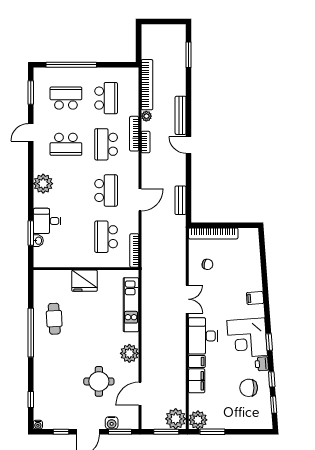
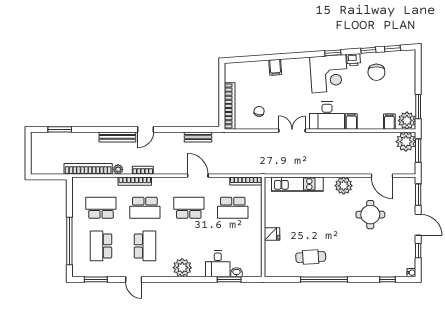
fridge: (85, 281) -> (272, 234), width x0.53, depth x0.75
filing cabinet: (255, 298) -> (275, 67), moved
filing cabinet: (197, 381) -> (389, 122), moved, width x0.50
water cooler: (112, 423) -> (410, 202), removed

